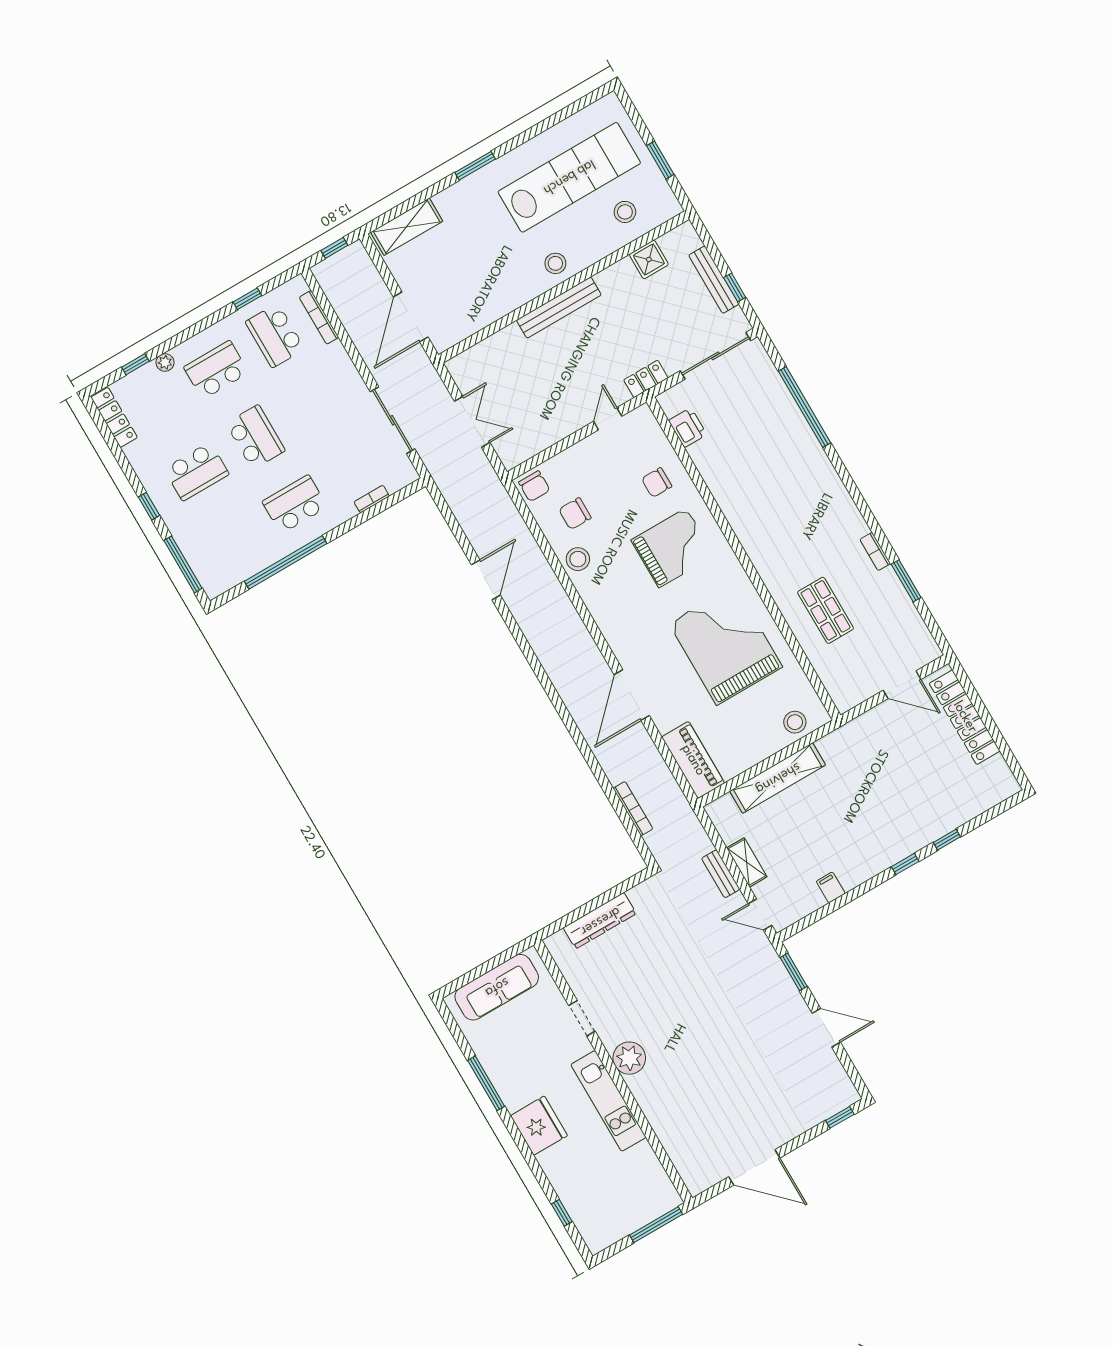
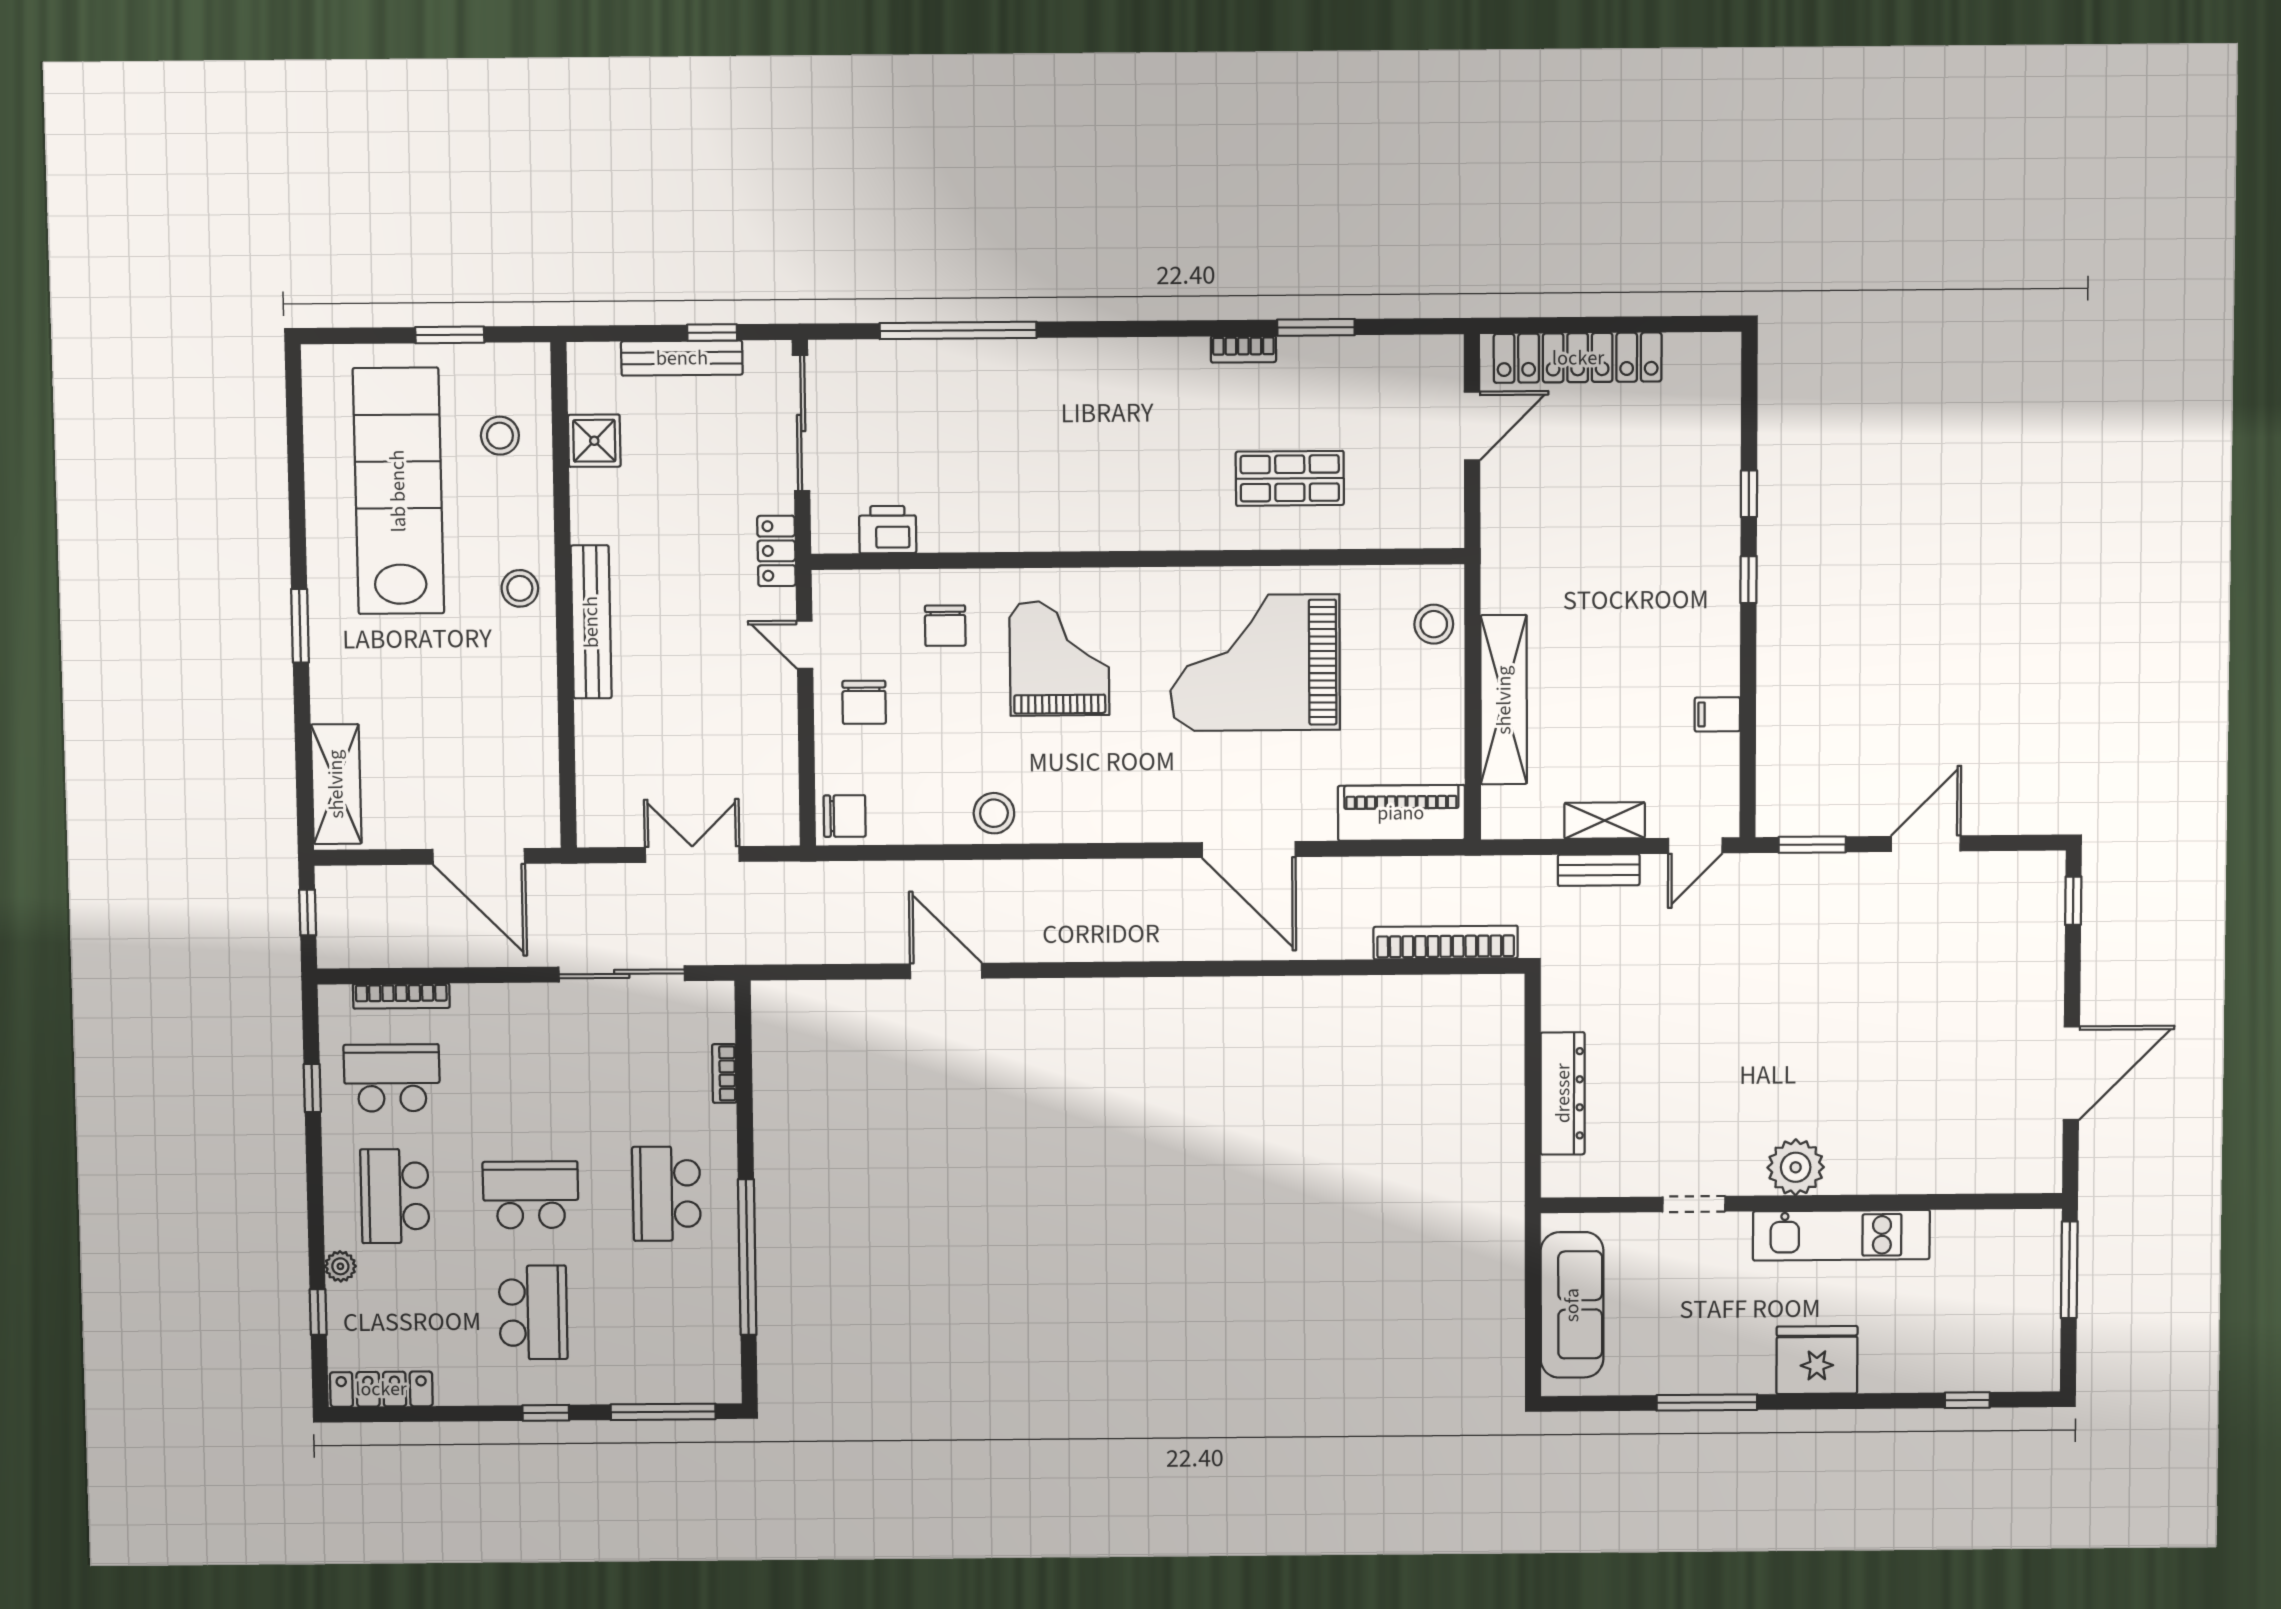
school desk: (275, 335) -> (392, 1078), turned 180
chair: (575, 514) -> (864, 702), moved
bookcase: (633, 809) -> (1446, 942), width x1.48, depth x1.31

